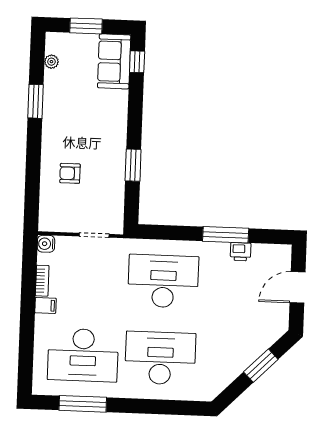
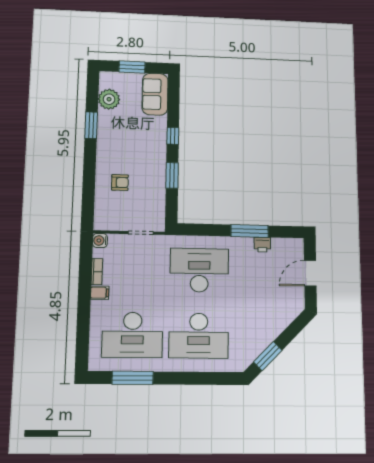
plant: (51, 62) -> (109, 99), width x1.87, depth x1.87
window: (137, 62) -> (173, 136), moved
armchair: (70, 173) -> (120, 182), turned 180
desk: (160, 358) -> (199, 336), turned 180
window: (261, 366) -> (268, 356), moved

